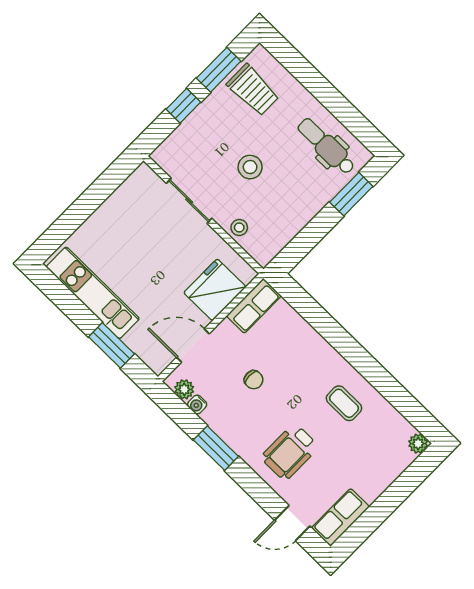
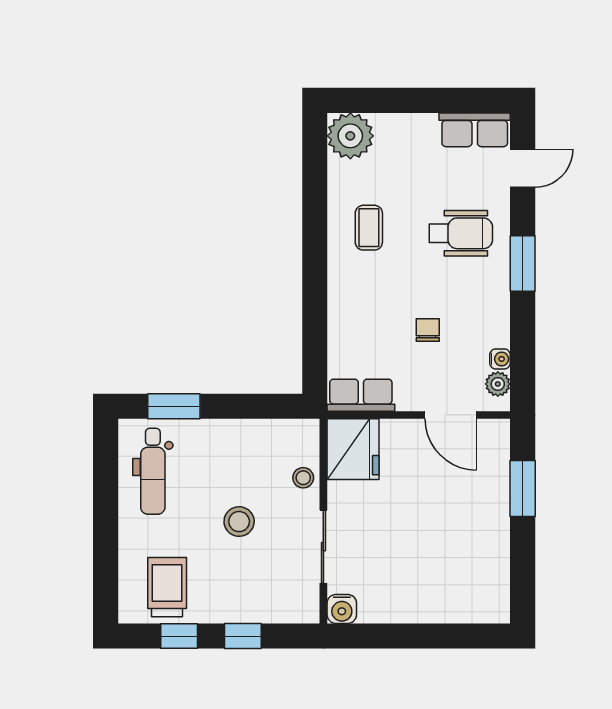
window: (219, 70) -> (179, 636), width x0.67
water cooler: (144, 177) -> (342, 609), added
fridge: (215, 290) -> (353, 449), moved, turned -90
kitchen unit: (93, 293) -> (492, 552), removed
plant: (418, 444) -> (350, 136), width x1.87, depth x1.87
window: (216, 448) -> (523, 263), moved
door: (292, 523) -> (523, 168), hinge flipped

